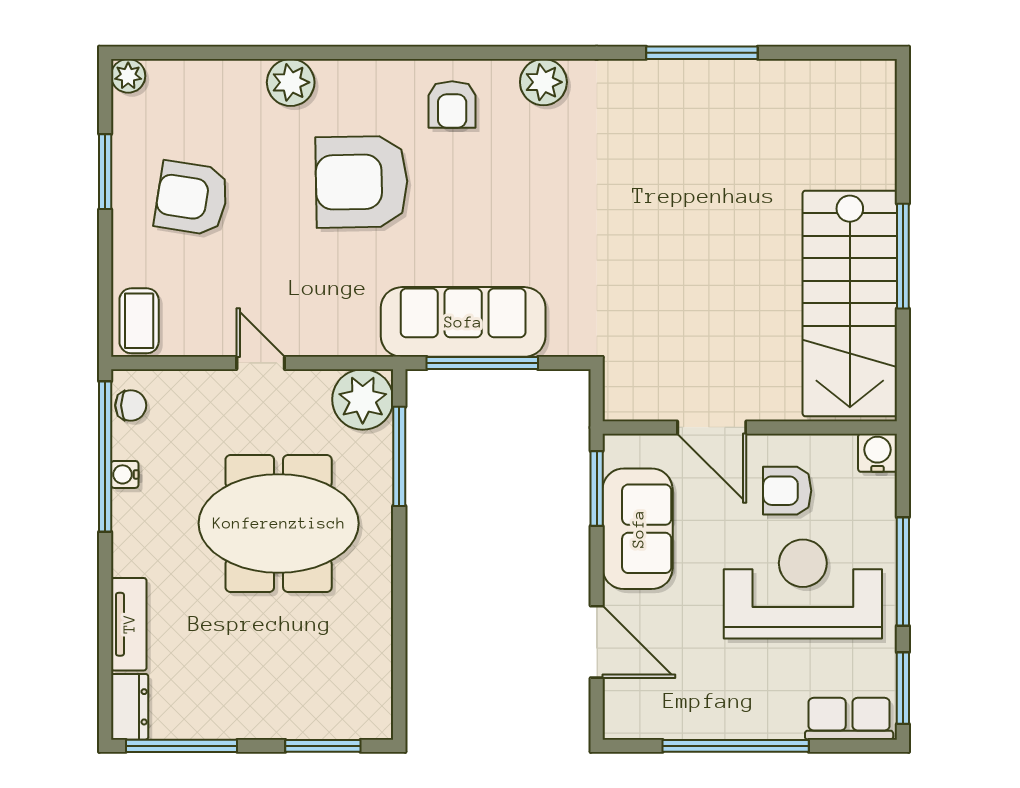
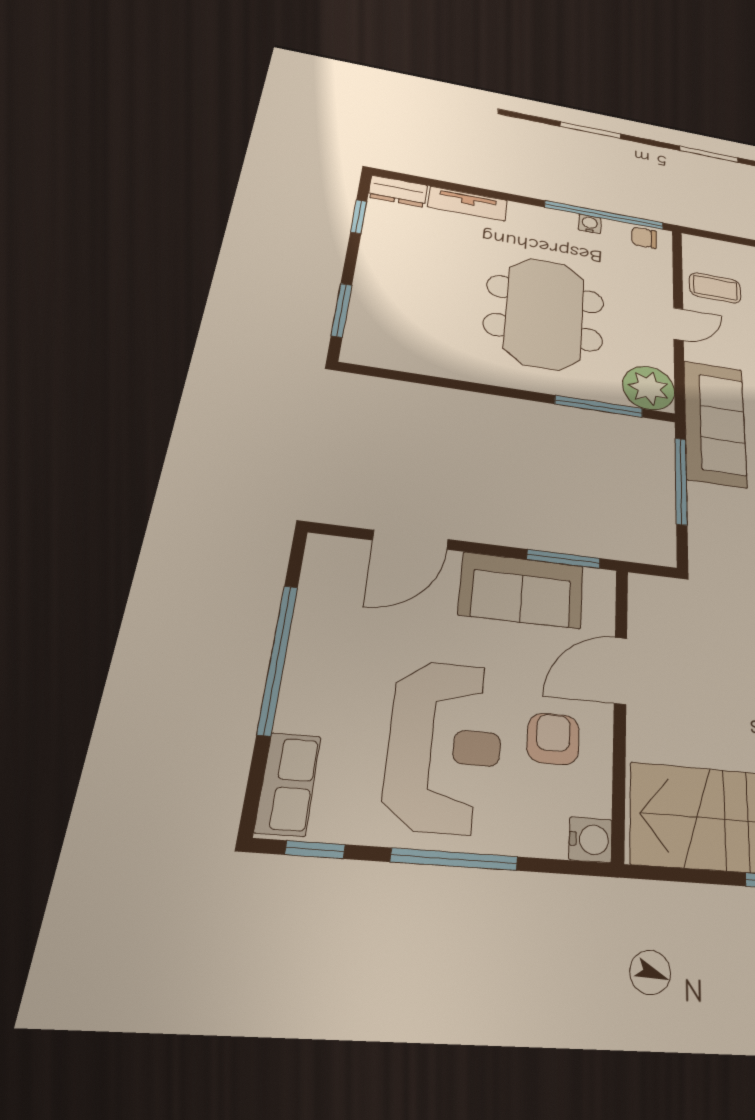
coffee table: (139, 321) -> (715, 288), moved
sofa: (463, 322) -> (715, 423), moved
chair: (131, 405) -> (644, 238), turned 90
window: (903, 688) -> (315, 850), width x0.67
window: (181, 746) -> (359, 217), width x0.46

